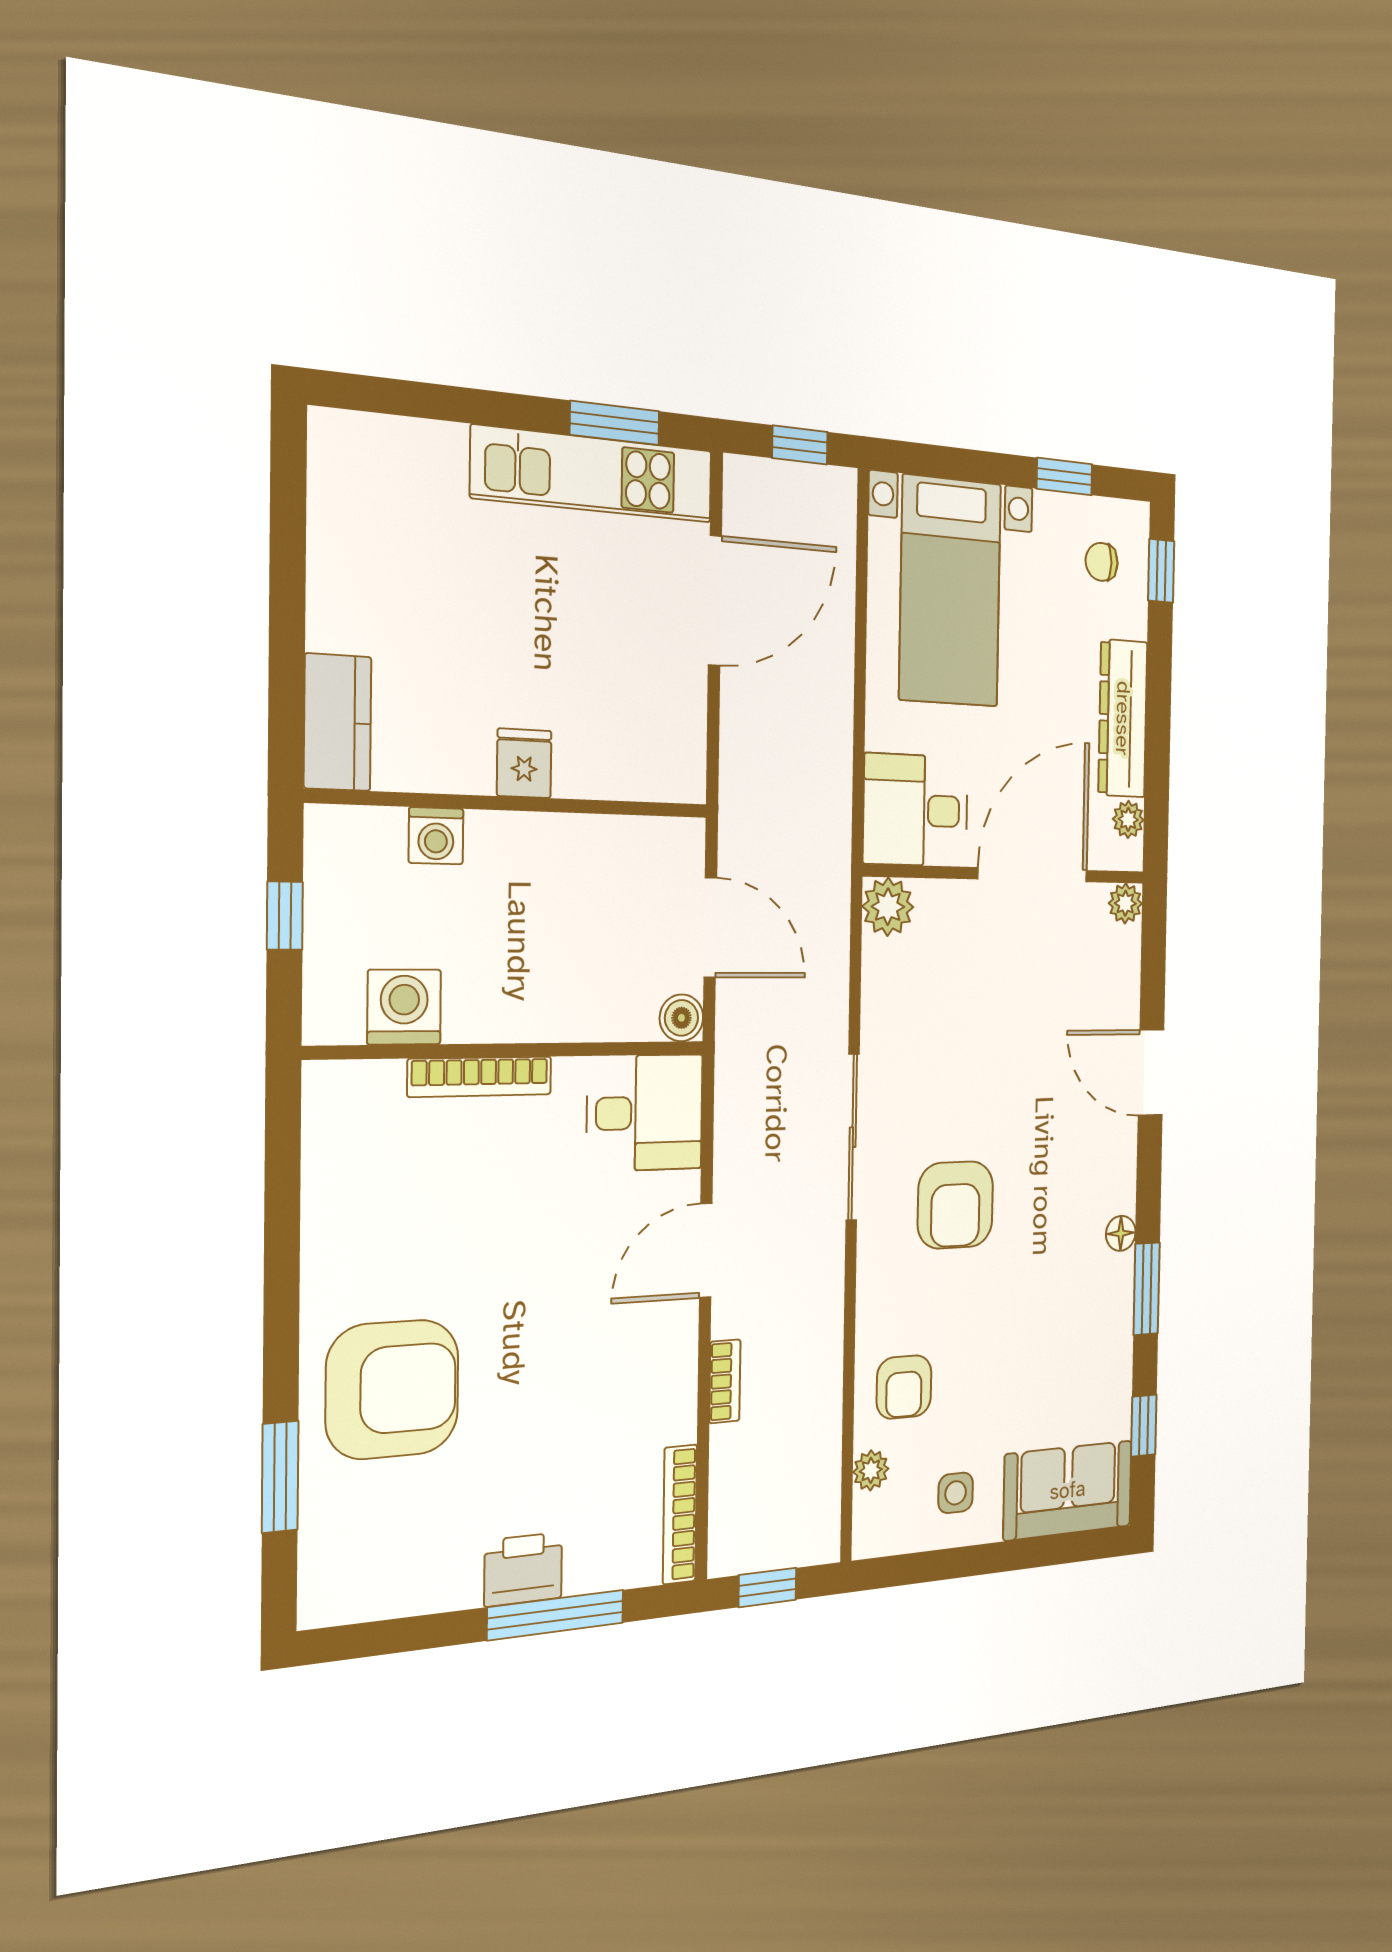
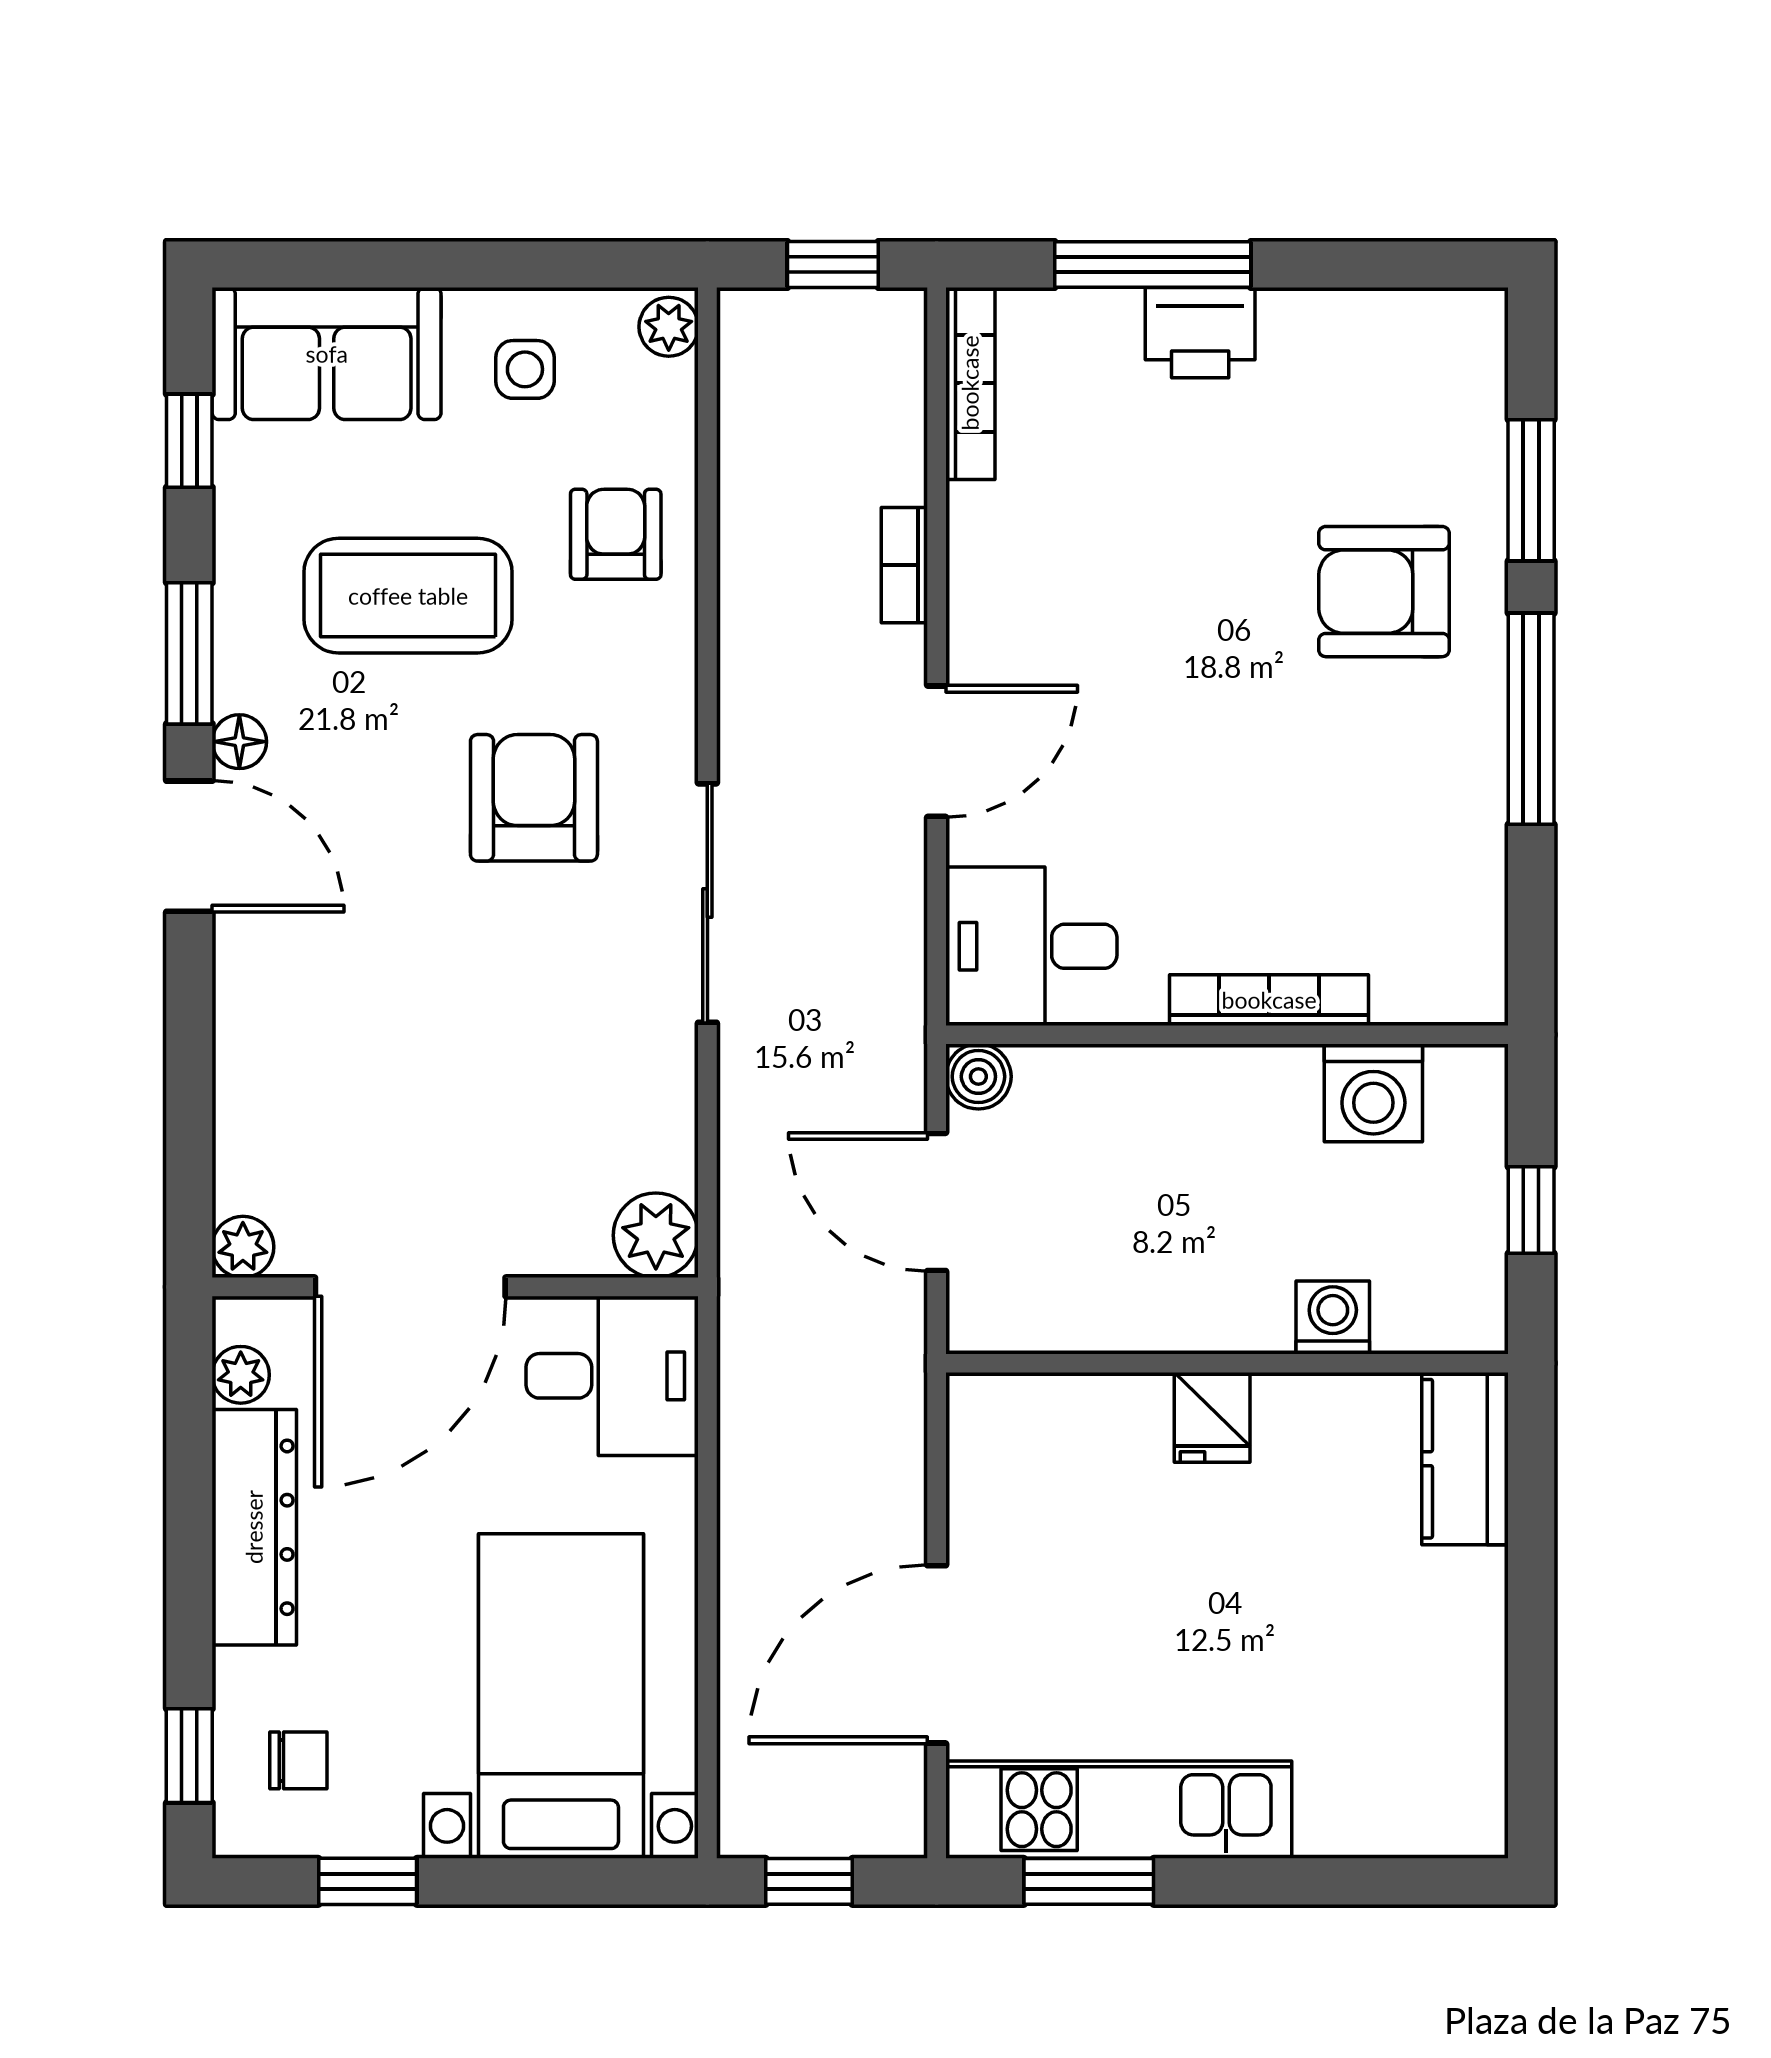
door: (1151, 1072) -> (189, 846), moved
window: (282, 1300) -> (1531, 719), added
coffee table: (1025, 1336) -> (408, 596), added
armchair: (392, 1389) -> (1384, 592), width x0.73, depth x0.73
plant: (871, 1470) -> (669, 327), moved

